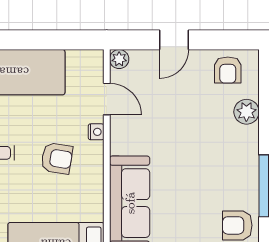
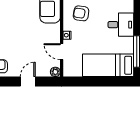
armchair: (57, 158) -> (81, 13), moved

